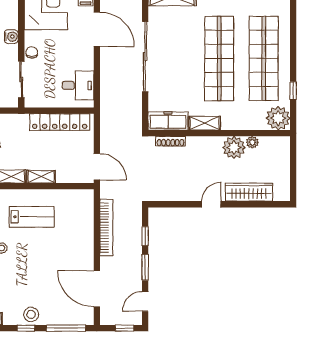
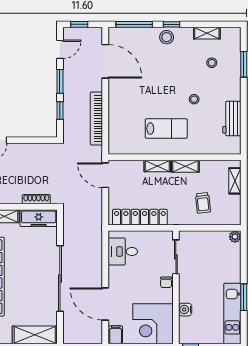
water cooler: (11, 37) -> (185, 310), moved
lab bench: (32, 217) -> (166, 129), turned 180

